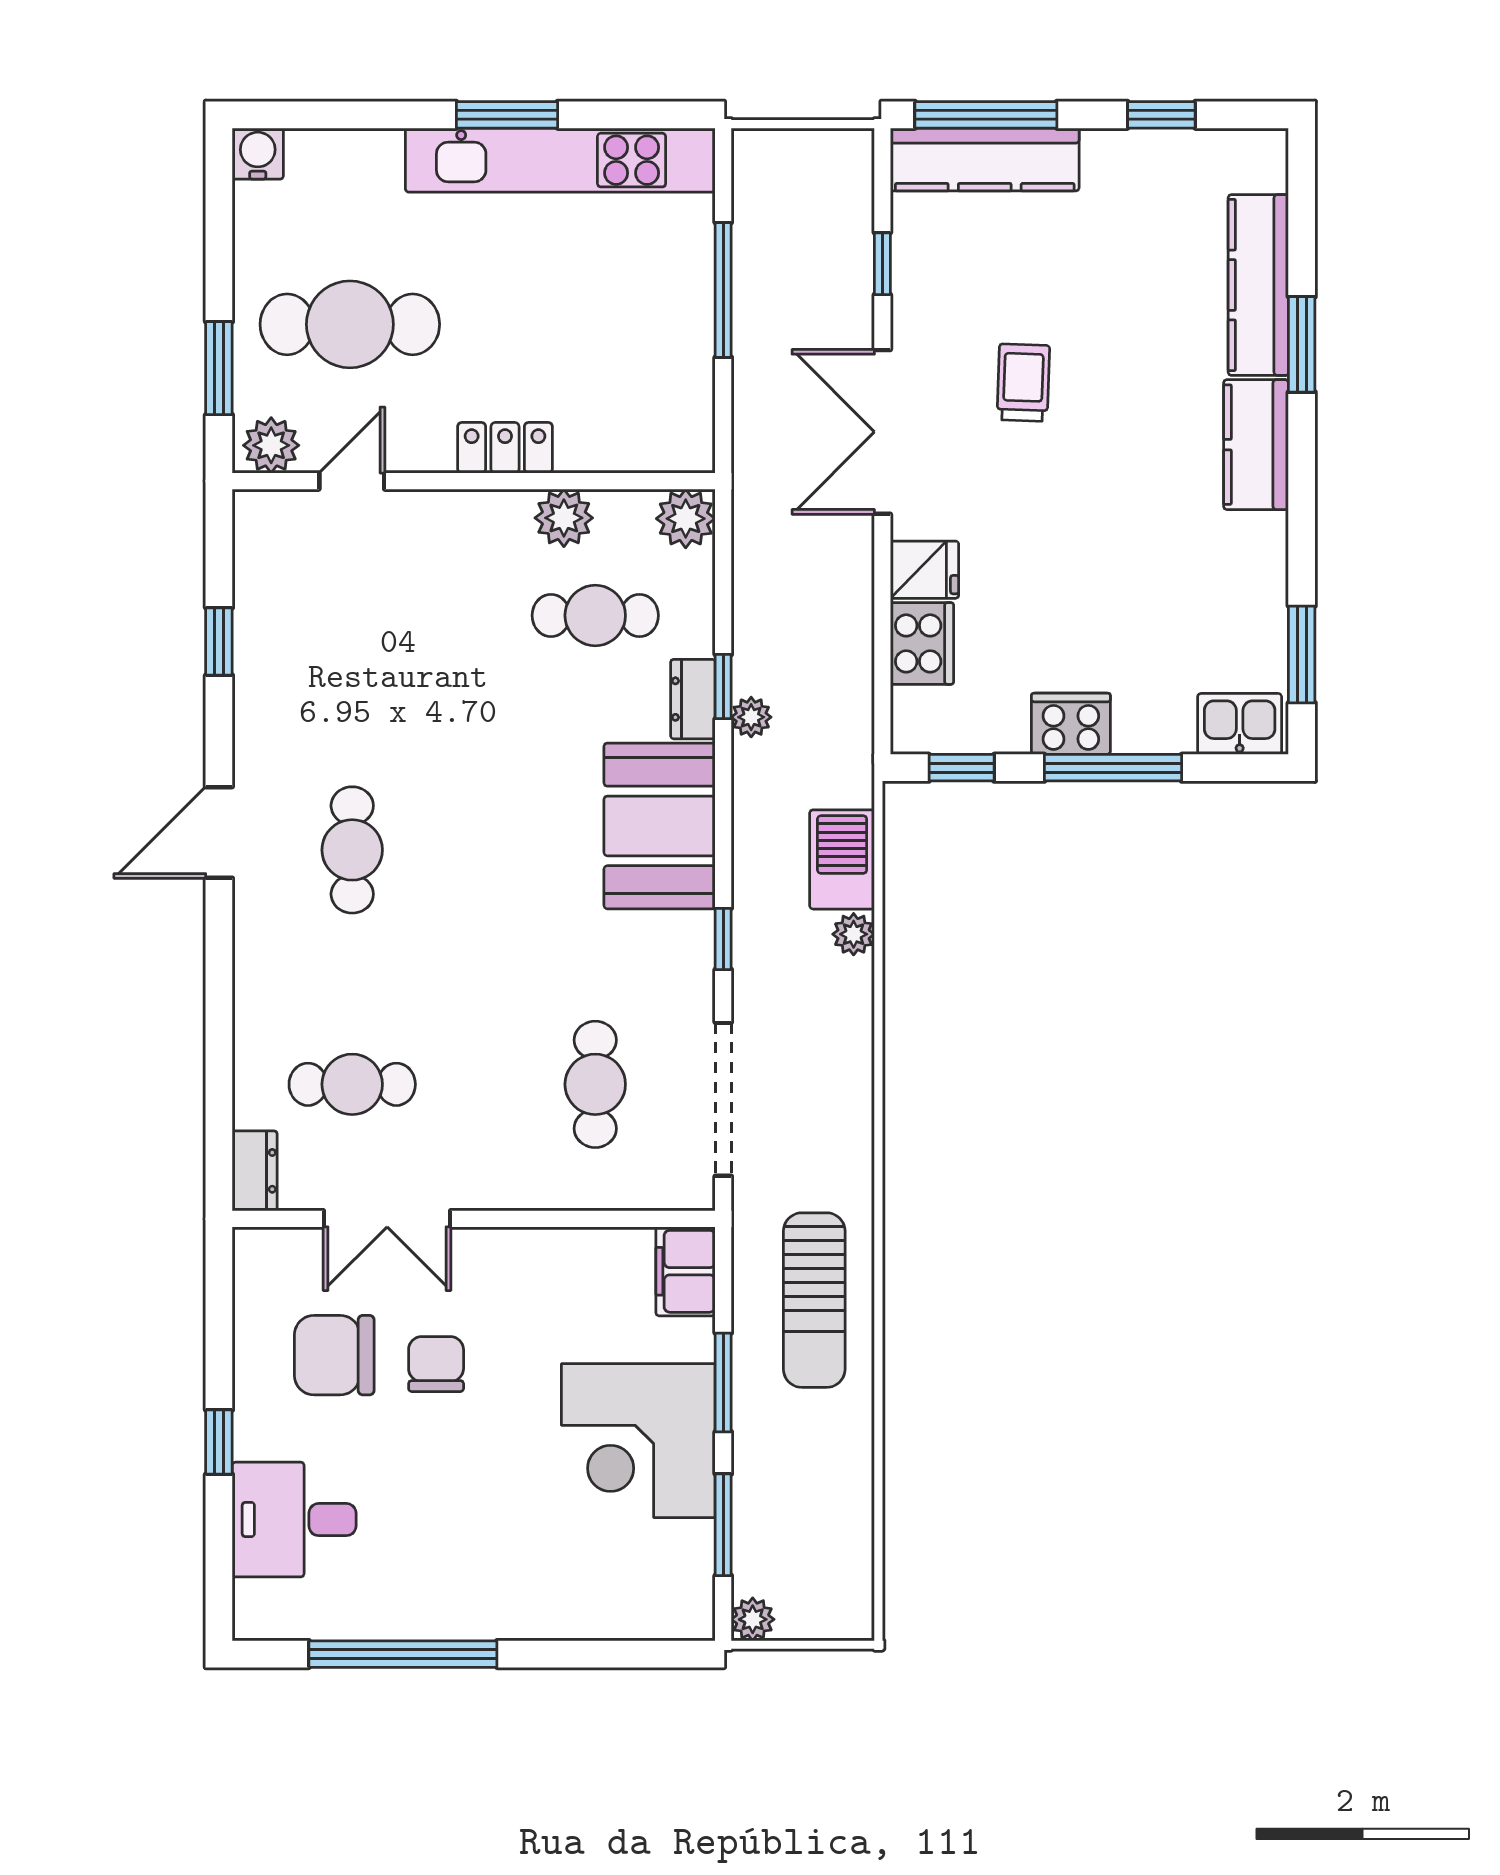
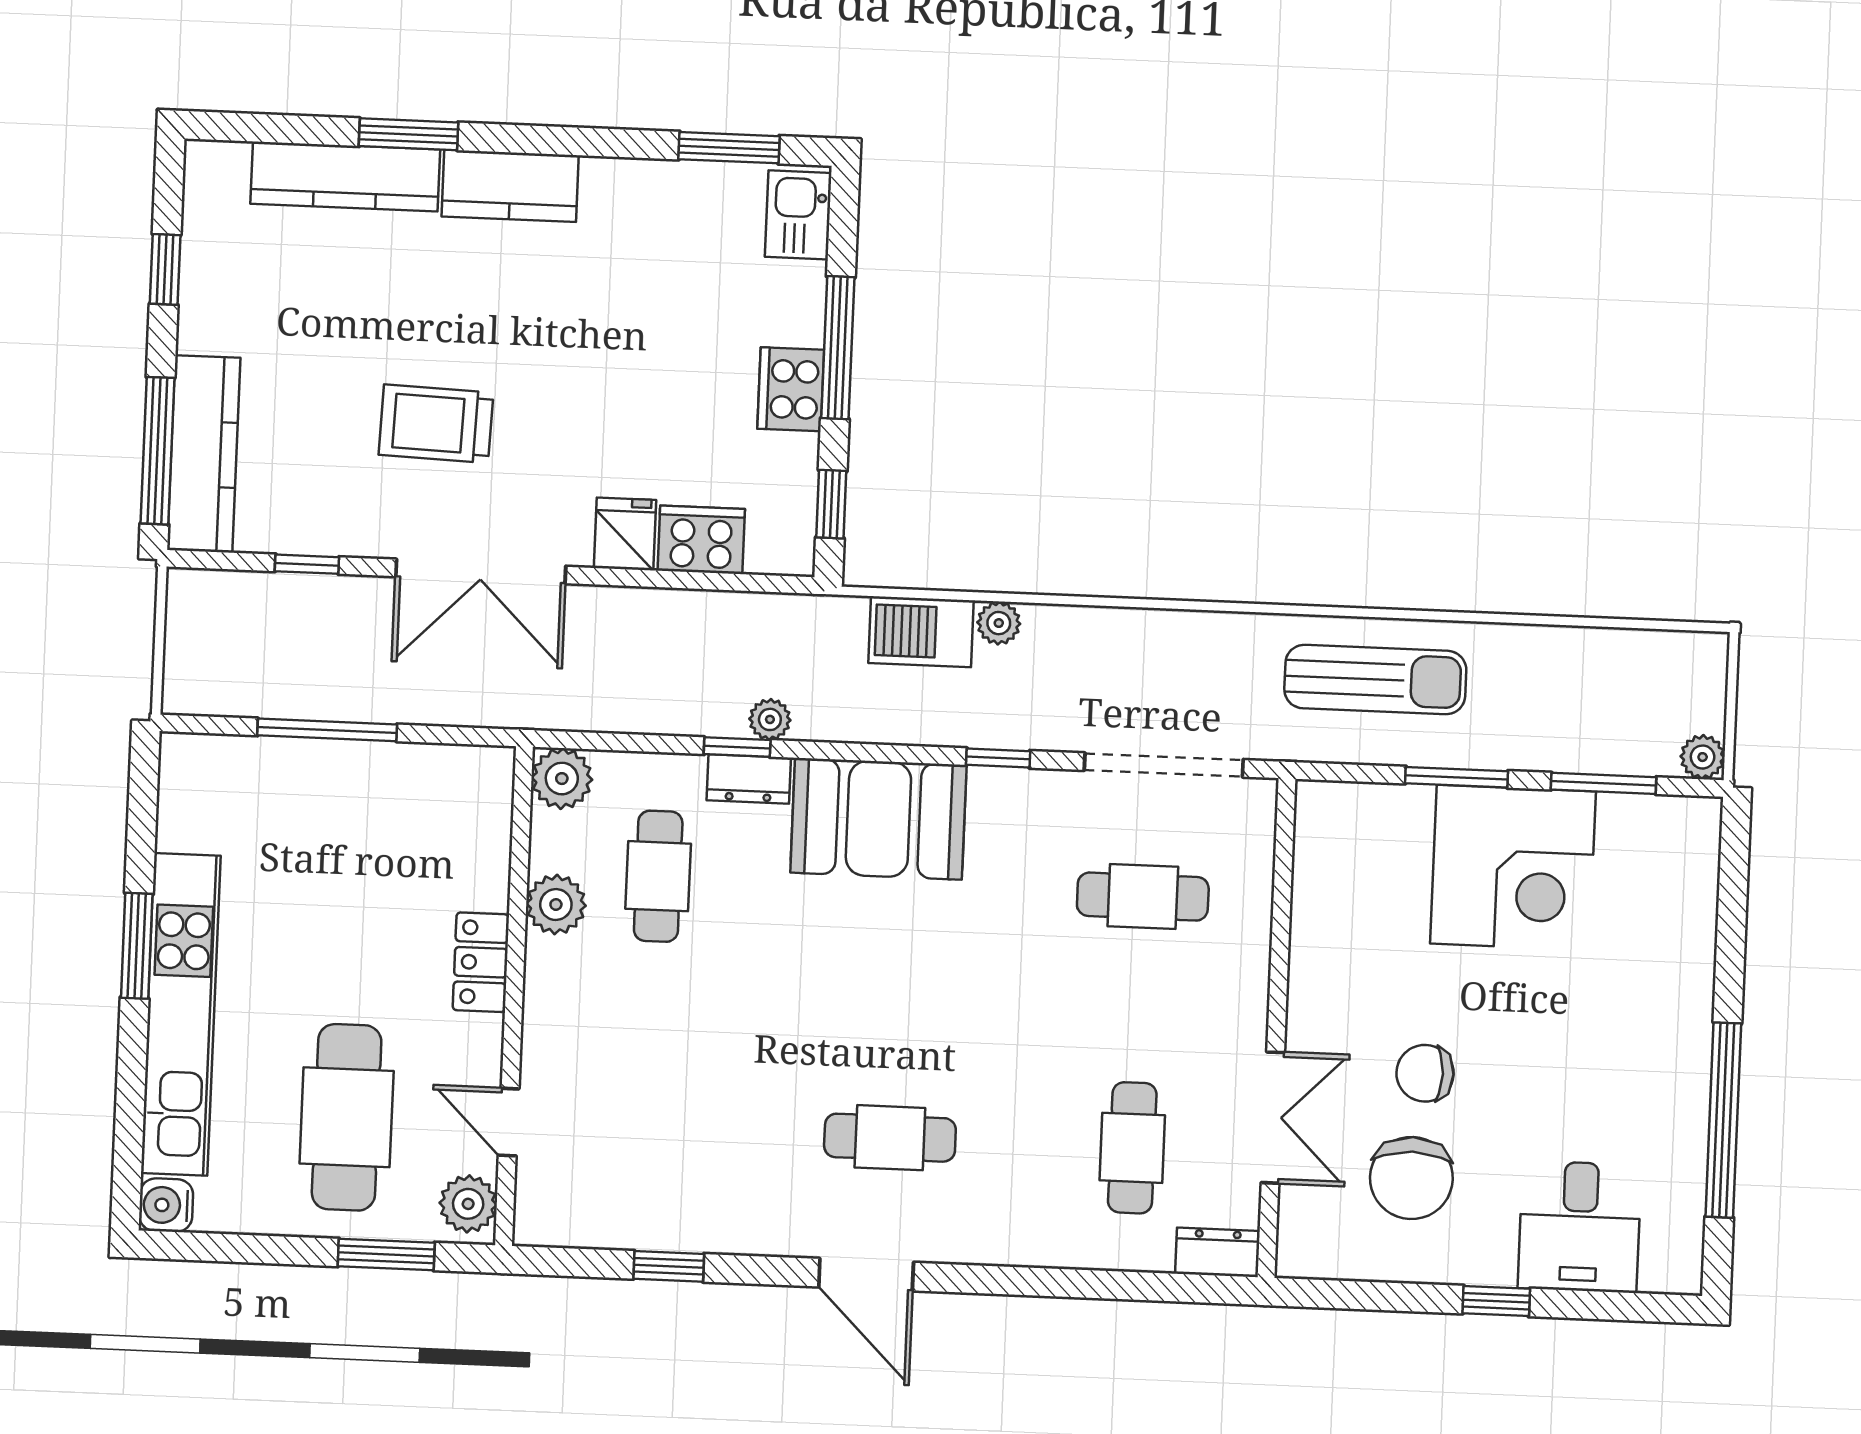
kitchen unit: (560, 160) -> (181, 1014), moved
trolley: (1023, 383) -> (436, 424), width x1.36, depth x1.39
filing cabinet: (686, 1271) -> (1340, 811), removed

